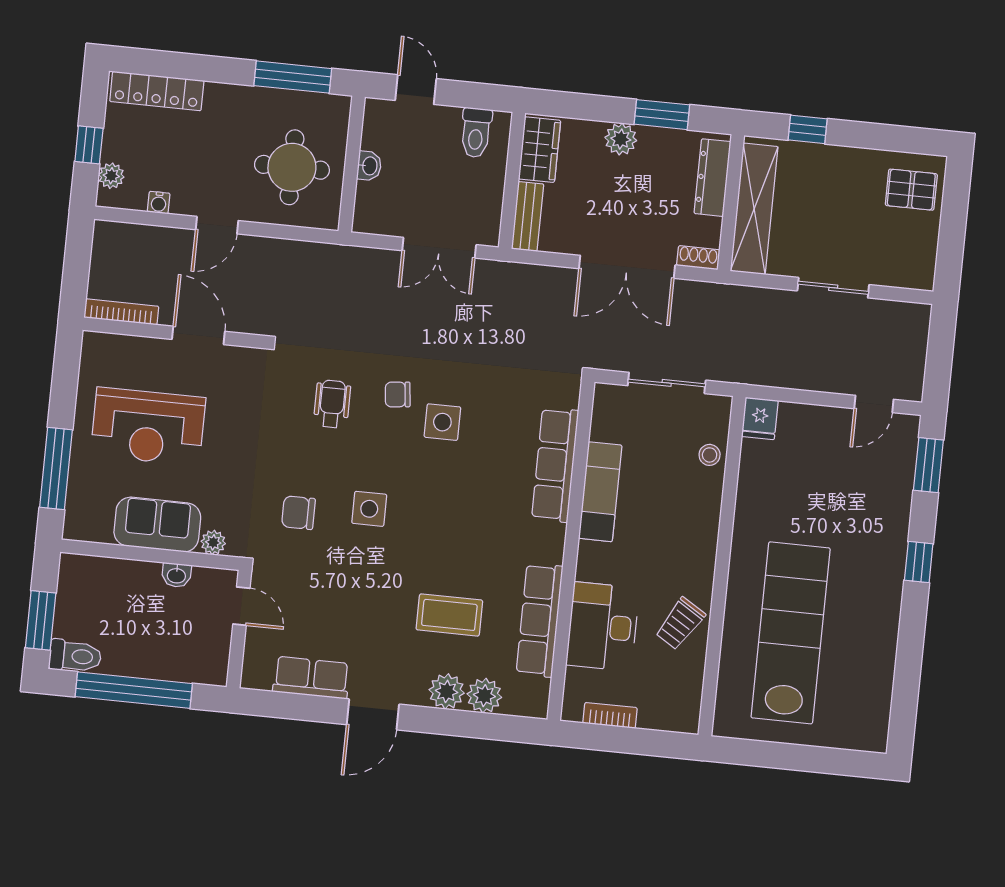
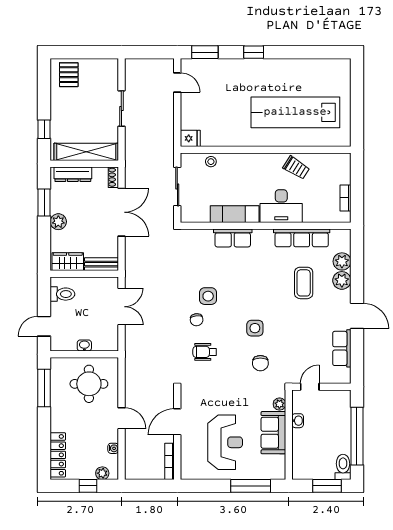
row of seats: (555, 465) -> (233, 238), width x0.68
desk: (603, 627) -> (281, 206), moved

